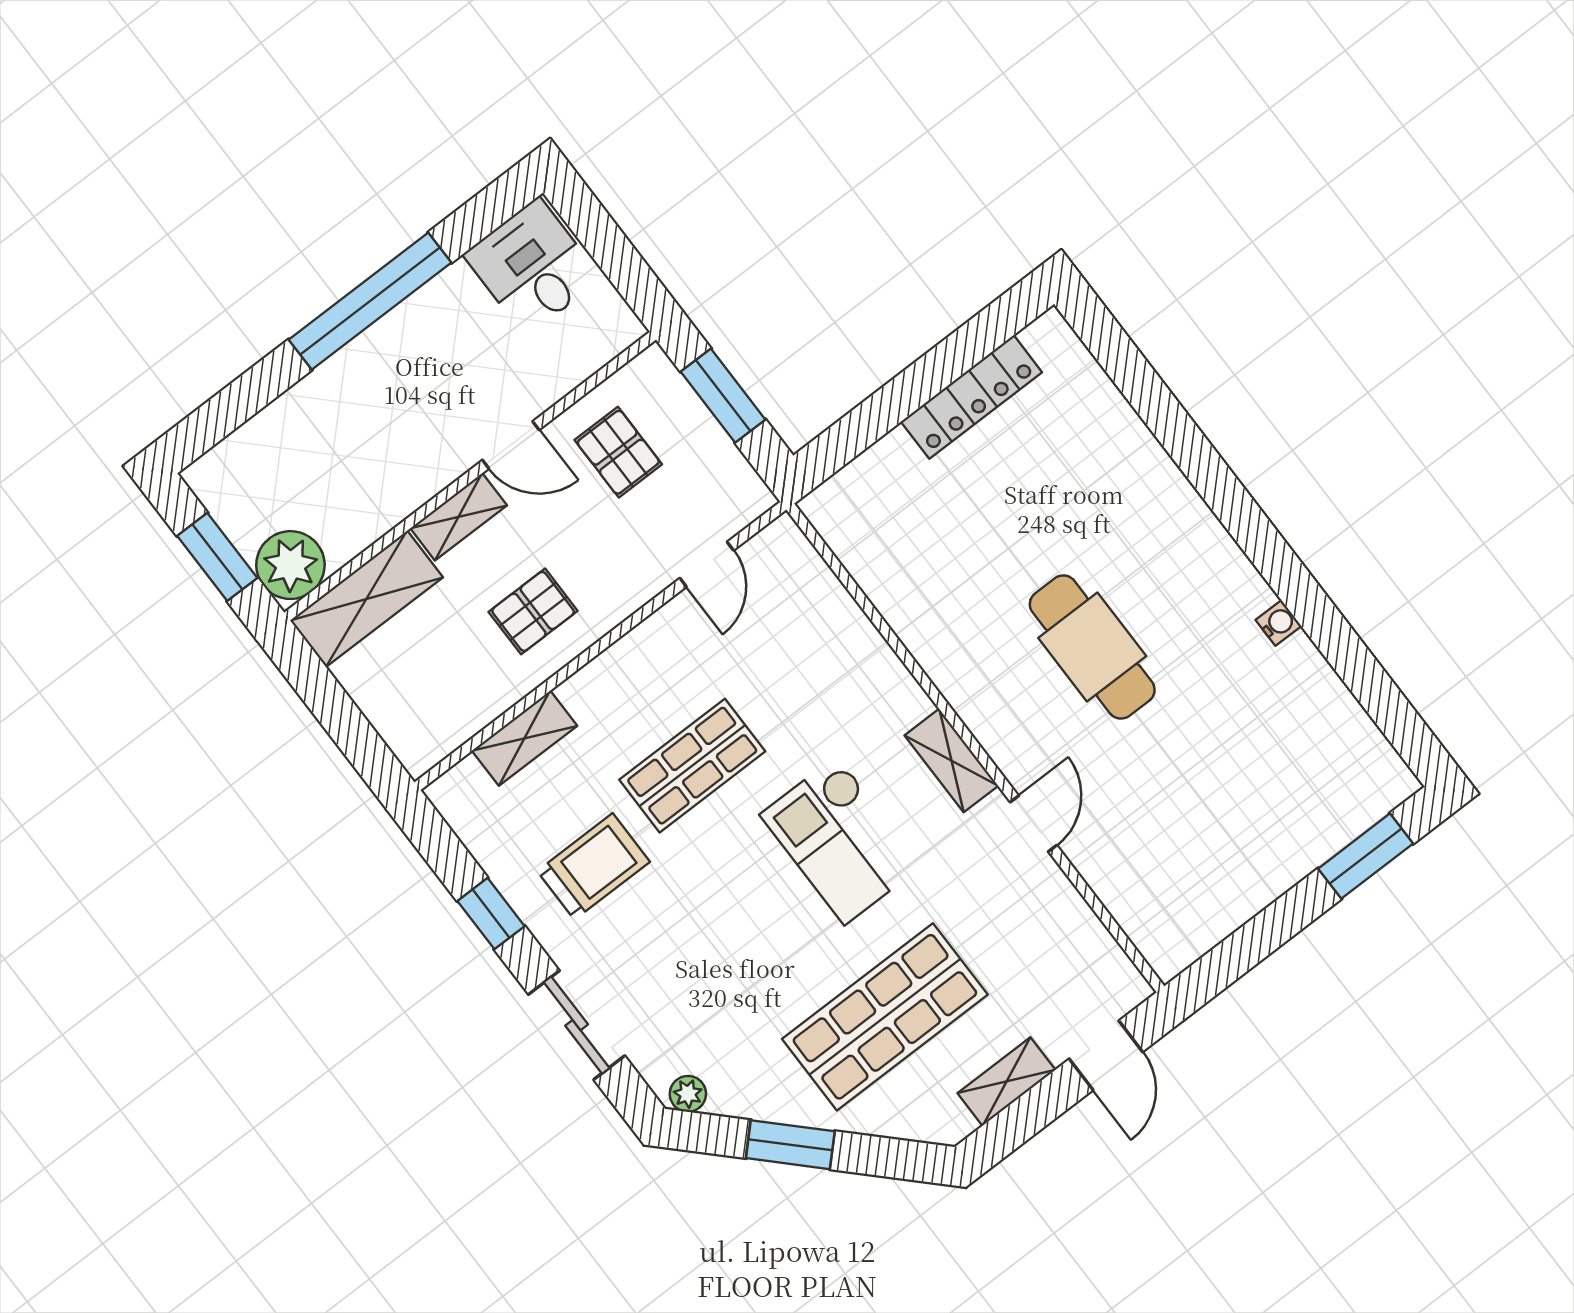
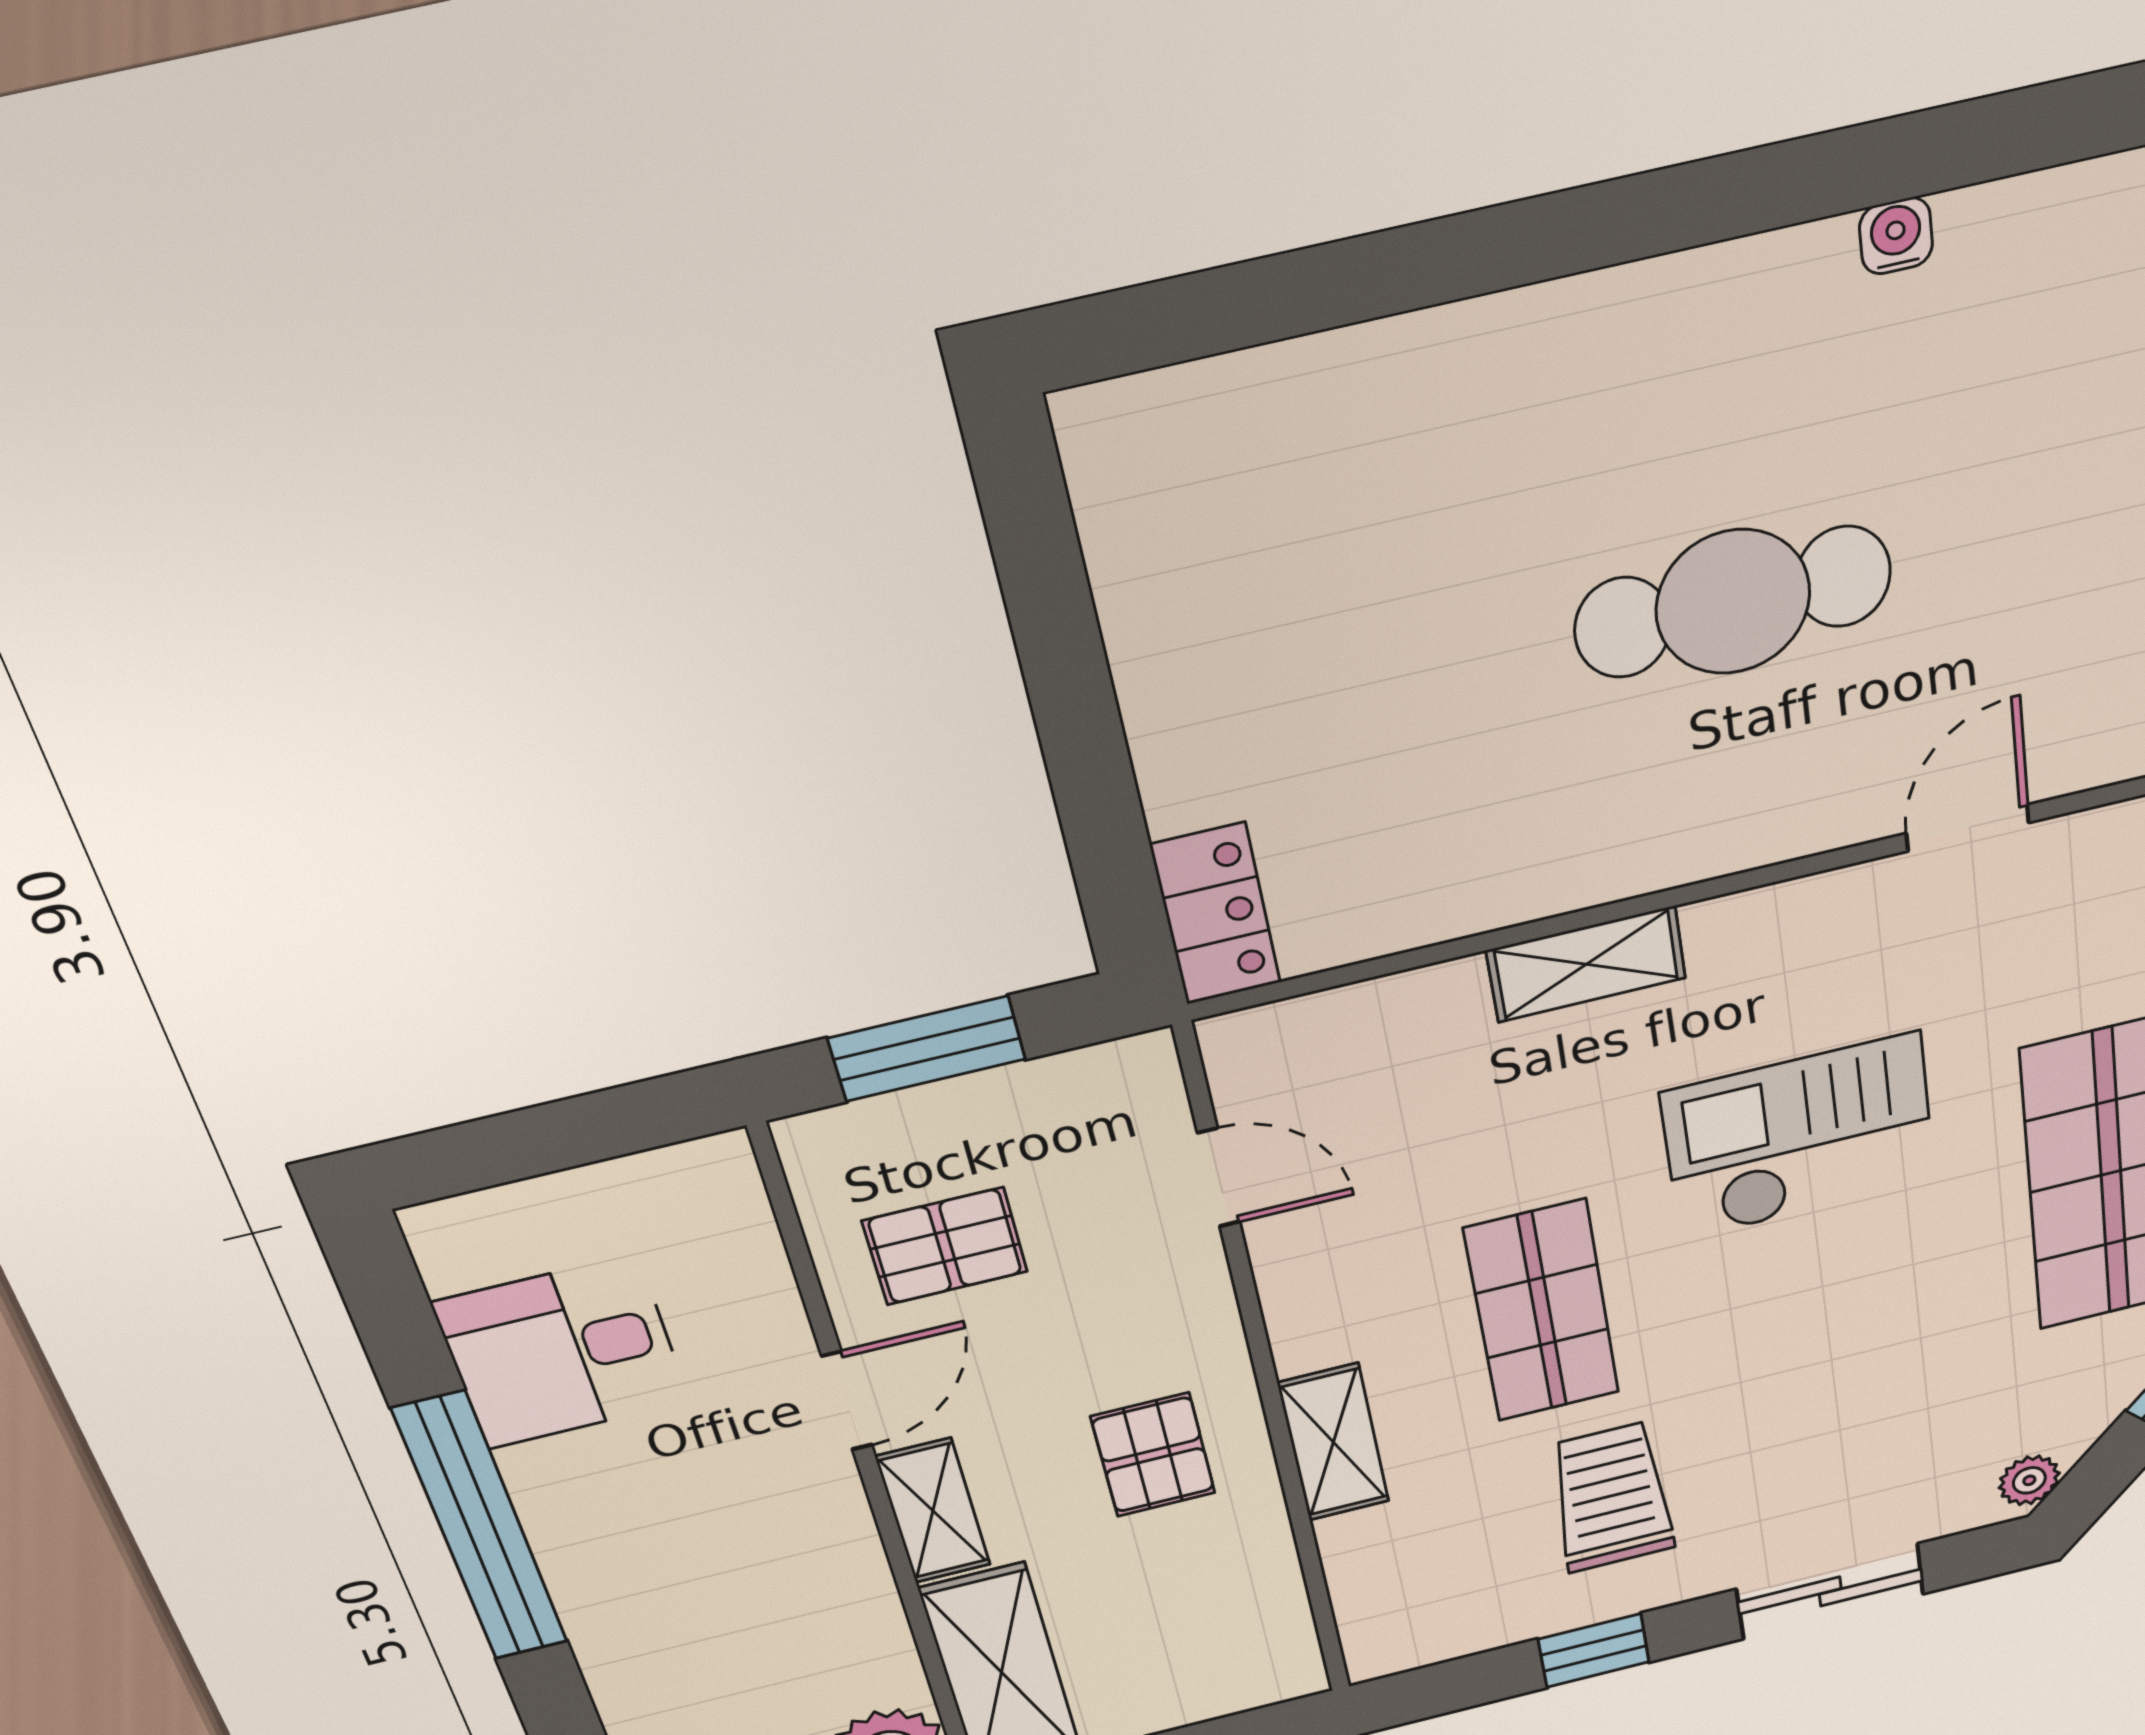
desk: (532, 267) -> (562, 1352), moved
locker: (971, 397) -> (1216, 914), moved, width x0.66
shelving: (524, 738) -> (1333, 1442), moved
shelving: (951, 761) -> (1586, 964), moved
door: (1033, 824) -> (1968, 828), hinge flipped
checkout: (841, 840) -> (1799, 1137), turned 180

